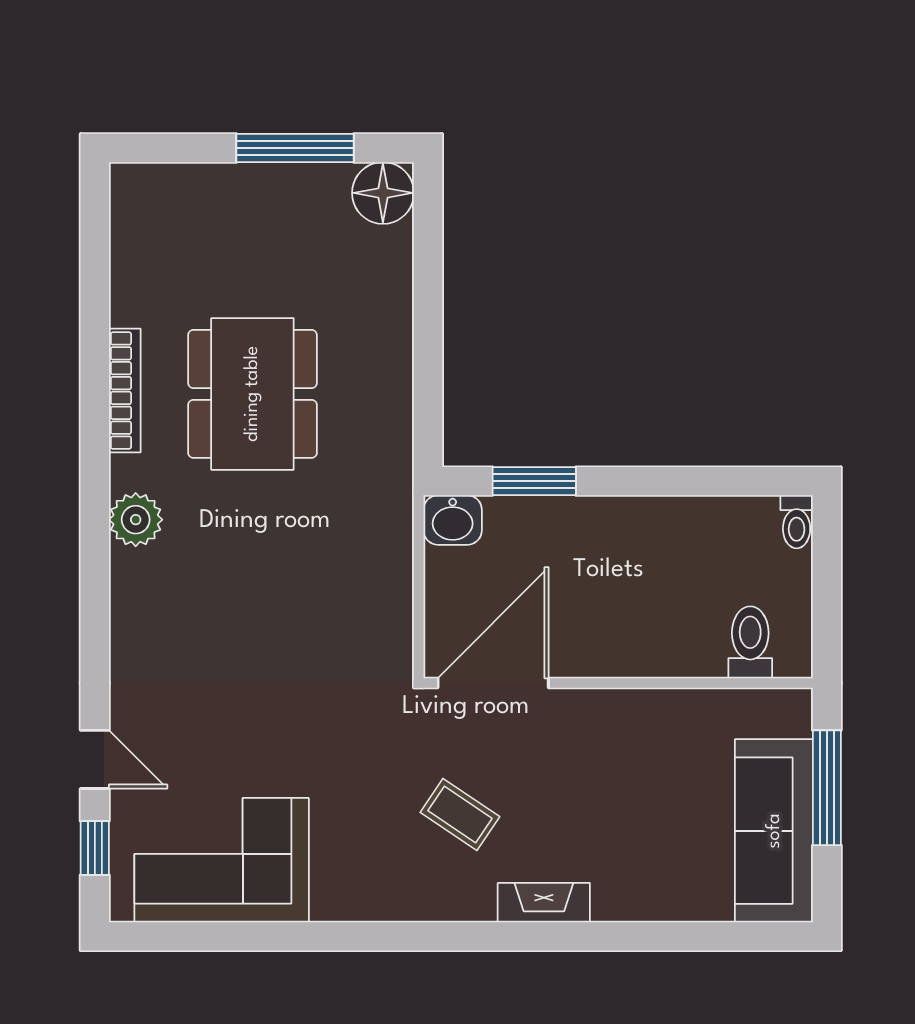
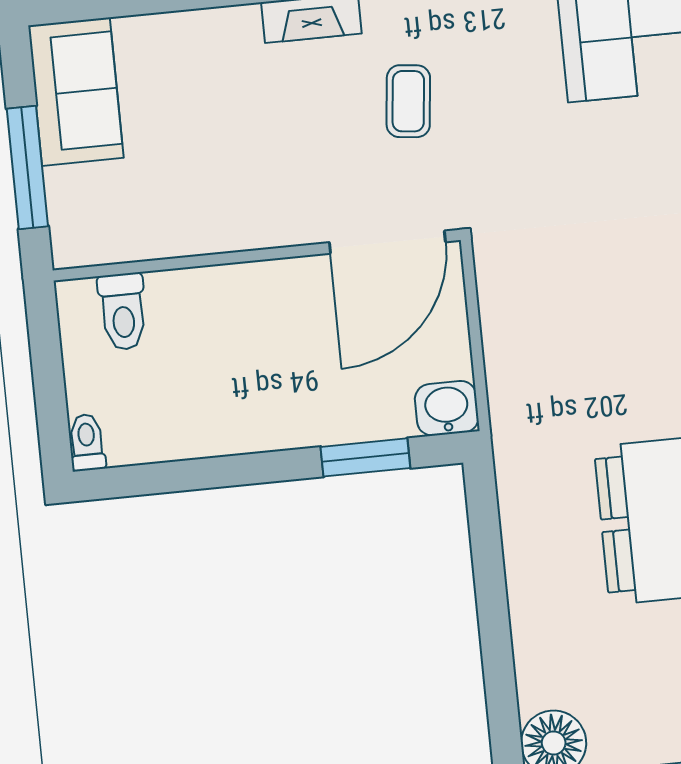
coffee table: (460, 814) -> (408, 101), turned 62
sofa: (774, 831) -> (76, 92), width x0.73

